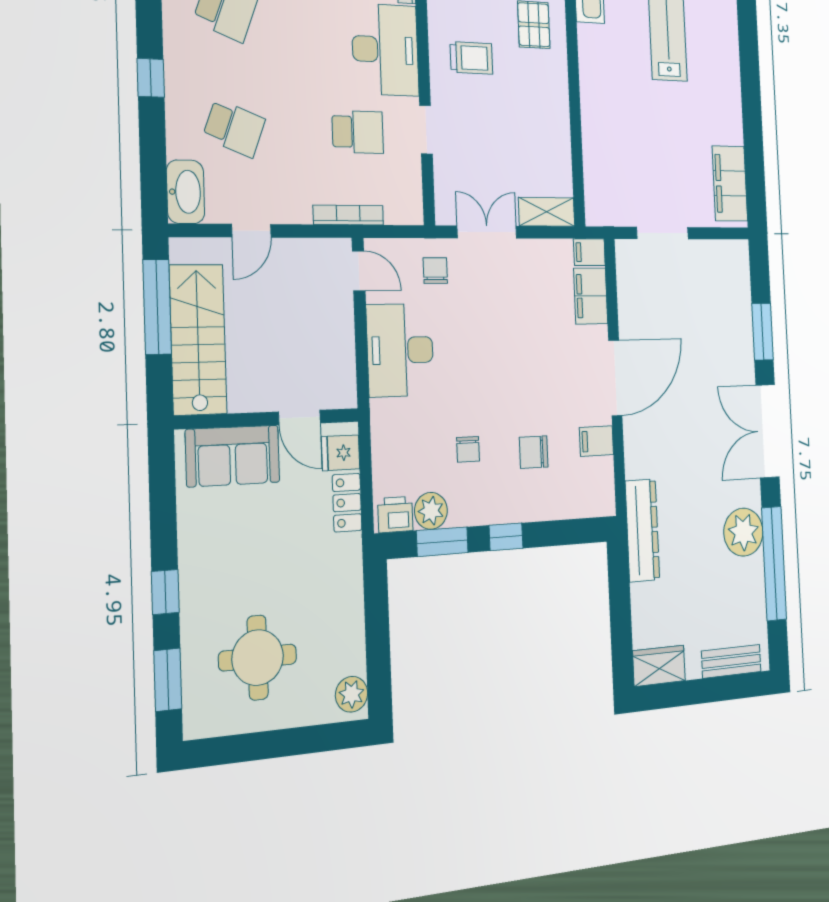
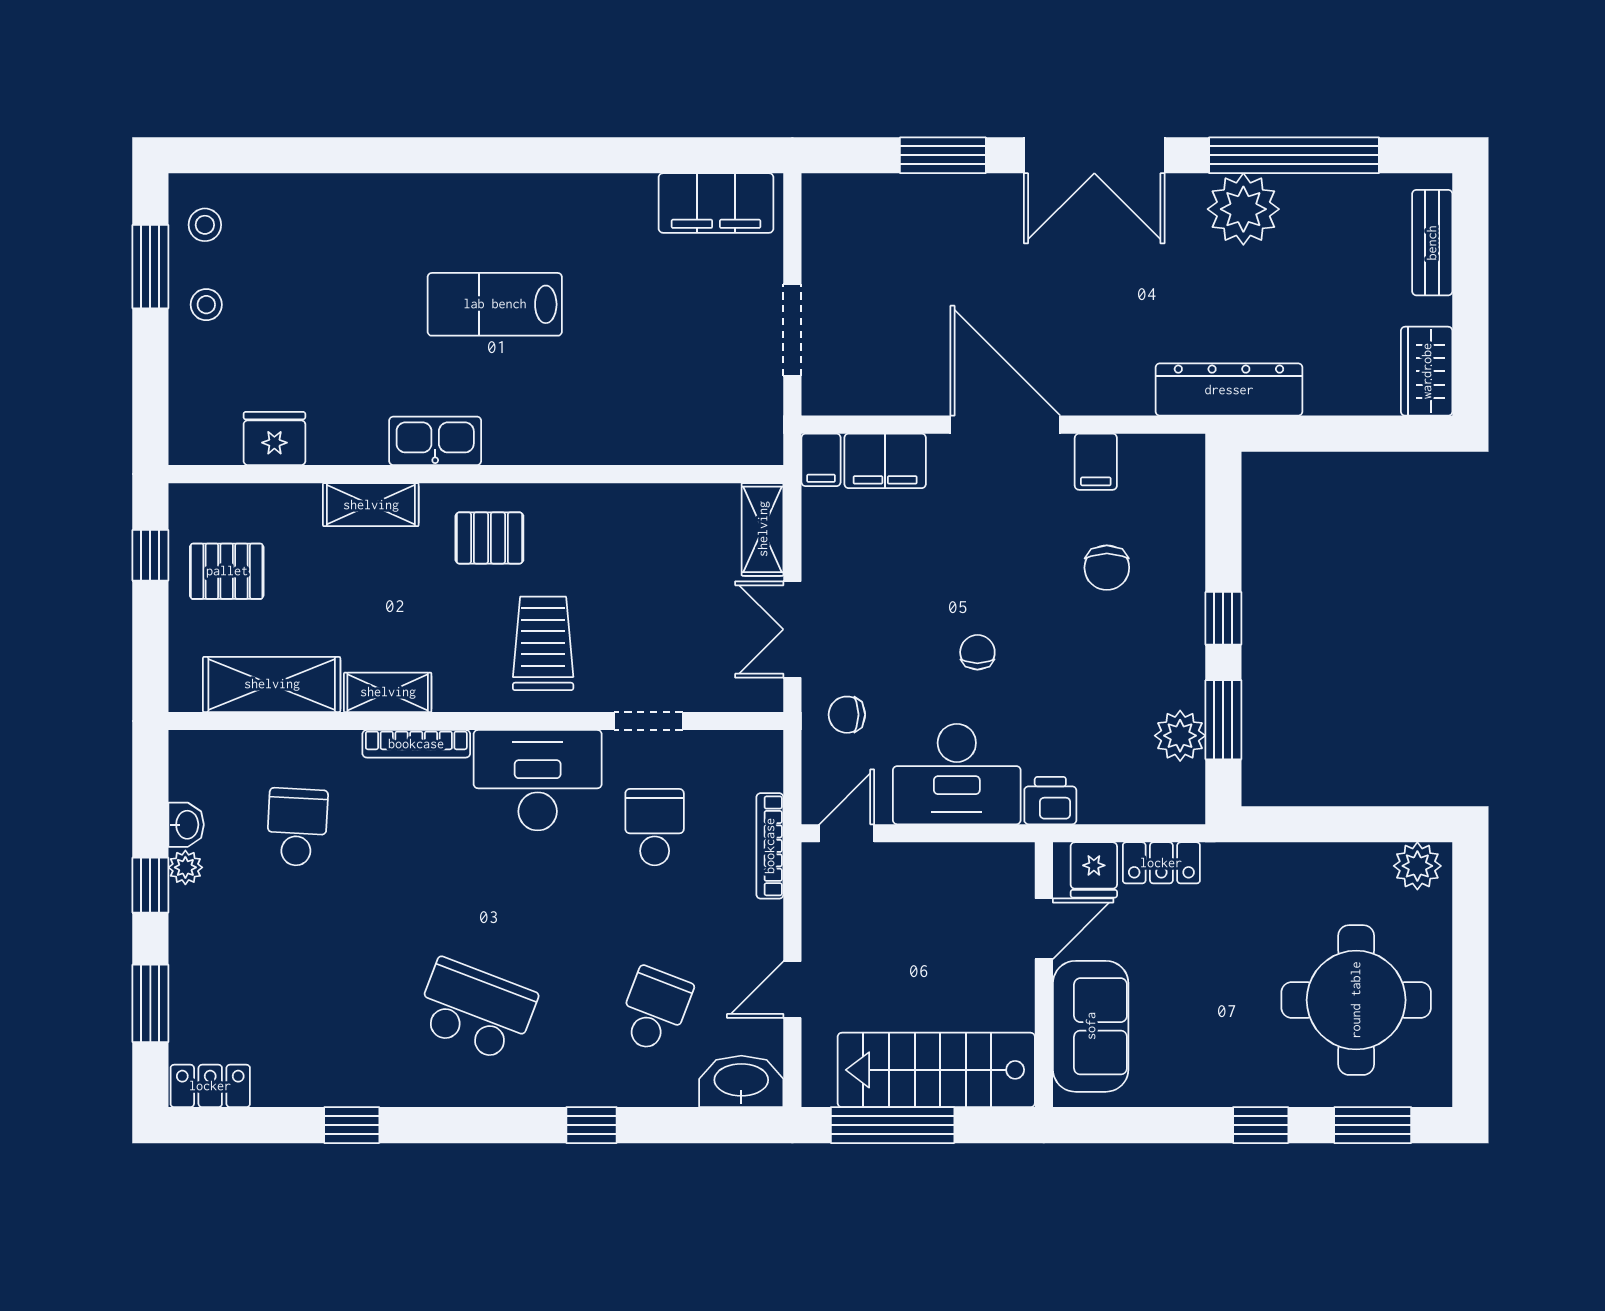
trolley: (471, 58) -> (543, 643), width x1.36, depth x1.39
door: (251, 231) -> (792, 990), swing flipped
chair: (468, 449) -> (977, 652), moved, turned -90
printer: (395, 515) -> (1050, 801), moved, turned 90
round table: (258, 658) -> (1356, 1000), width x1.36, depth x1.36

